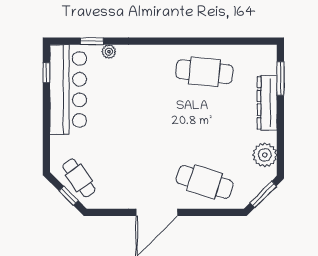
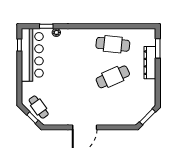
plant: (265, 155) -> (148, 93), removed
cafe table: (204, 182) -> (113, 77), moved, turned -42

